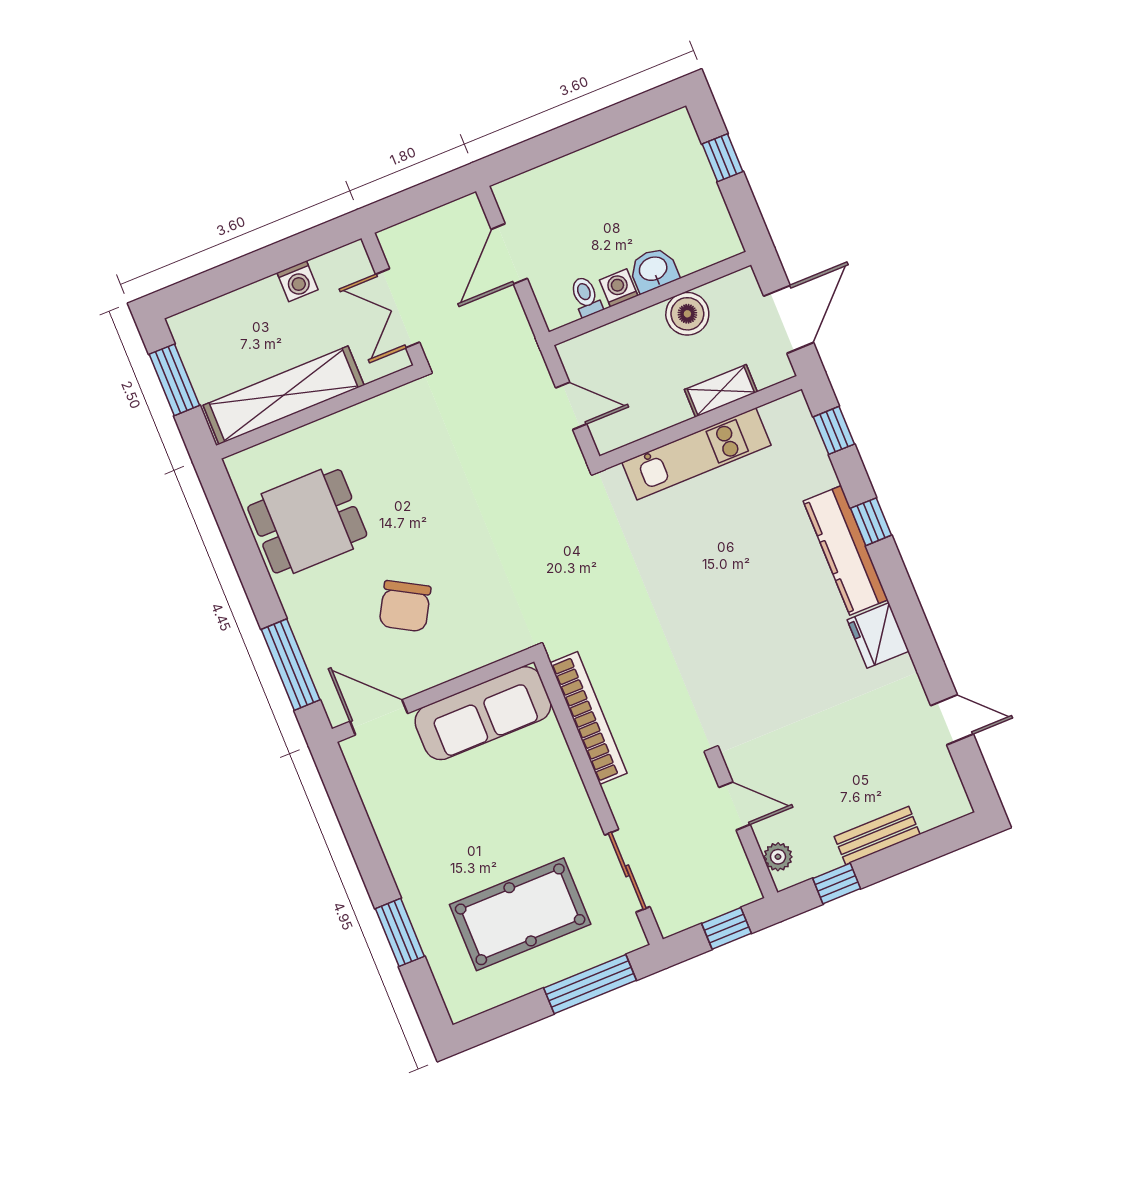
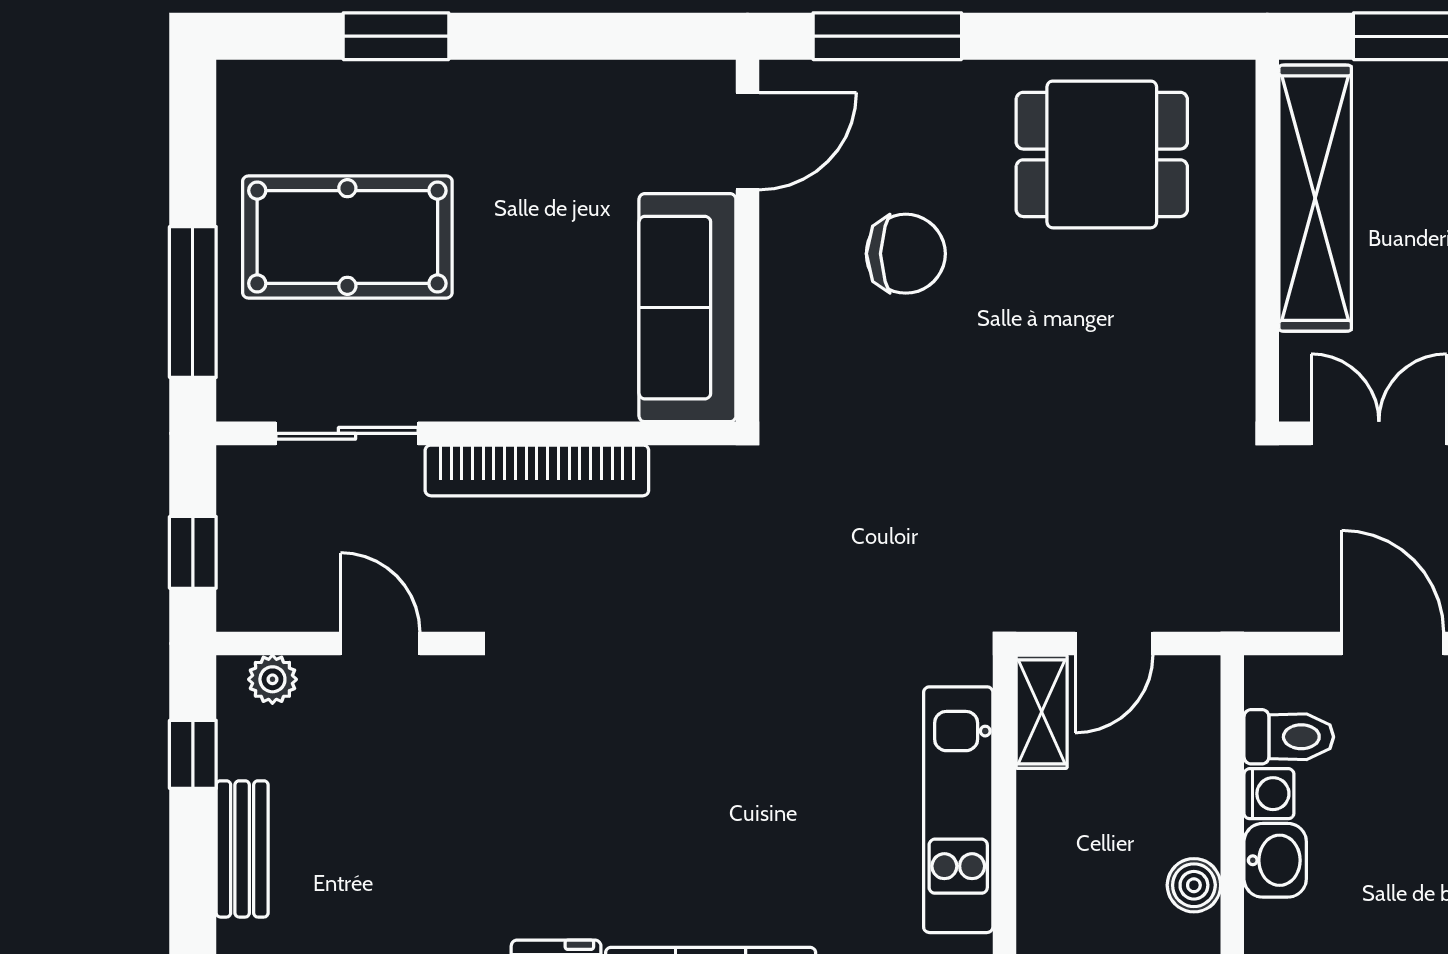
toilet: (586, 297) -> (1289, 737), width x1.37, depth x1.39
boiler: (687, 314) -> (1194, 885), width x0.73, depth x0.73
shelving: (721, 391) -> (1042, 712), moved
dining table: (307, 521) -> (1102, 154), turned 90
chair: (405, 606) -> (906, 254), turned 150
bookcase: (588, 718) -> (537, 470), moved
door: (735, 806) -> (380, 644), swing flipped
pool table: (520, 914) -> (347, 237), turned 90

